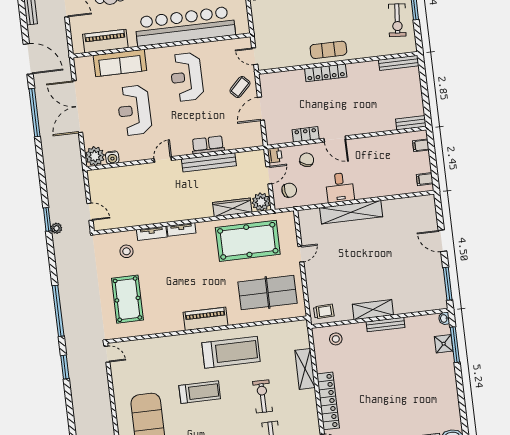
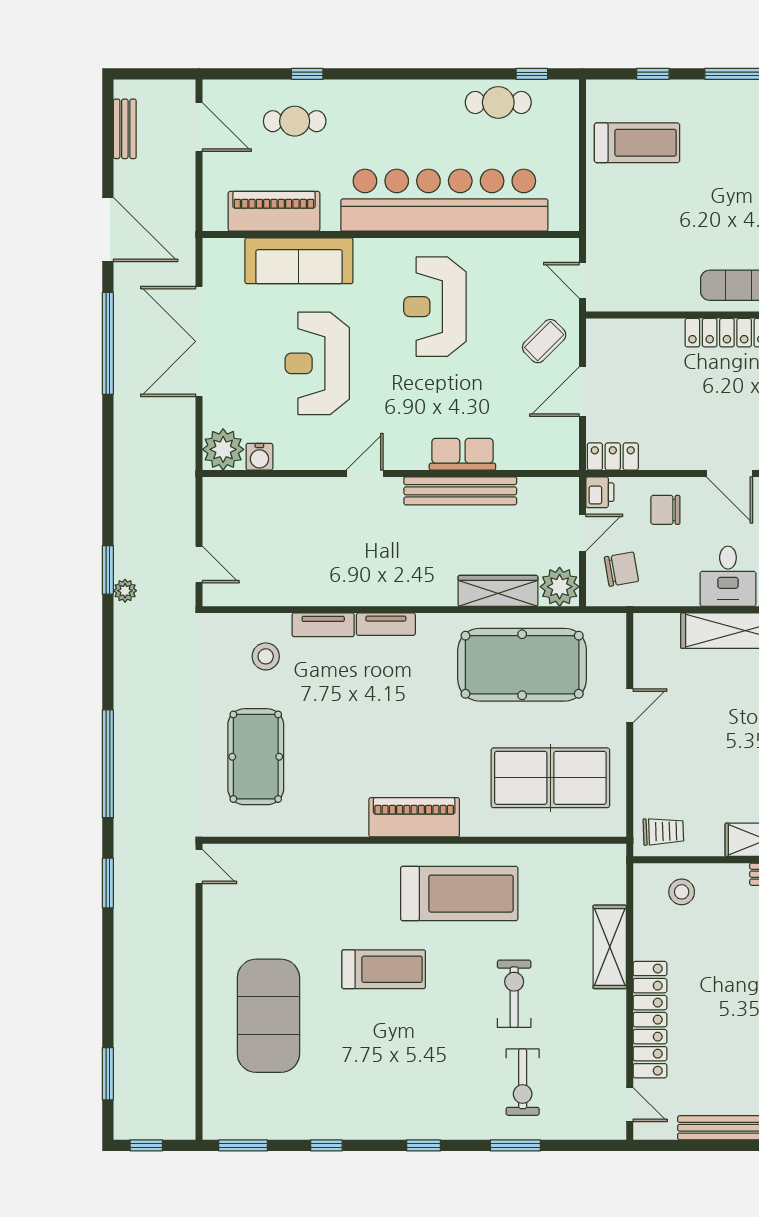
locker: (306, 134) -> (613, 457), moved
chair: (307, 160) -> (665, 510), turned -109

